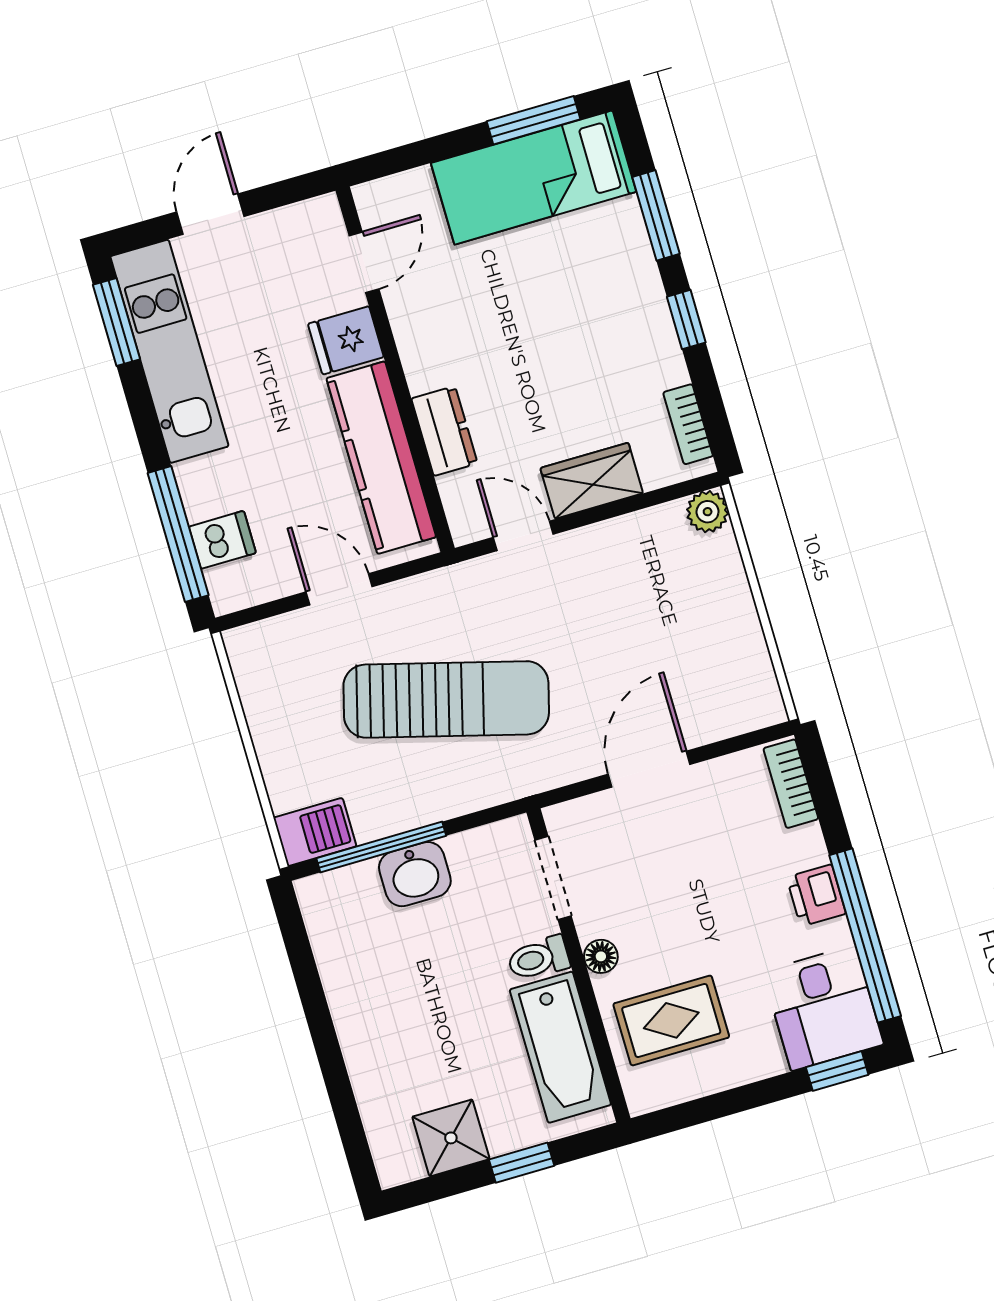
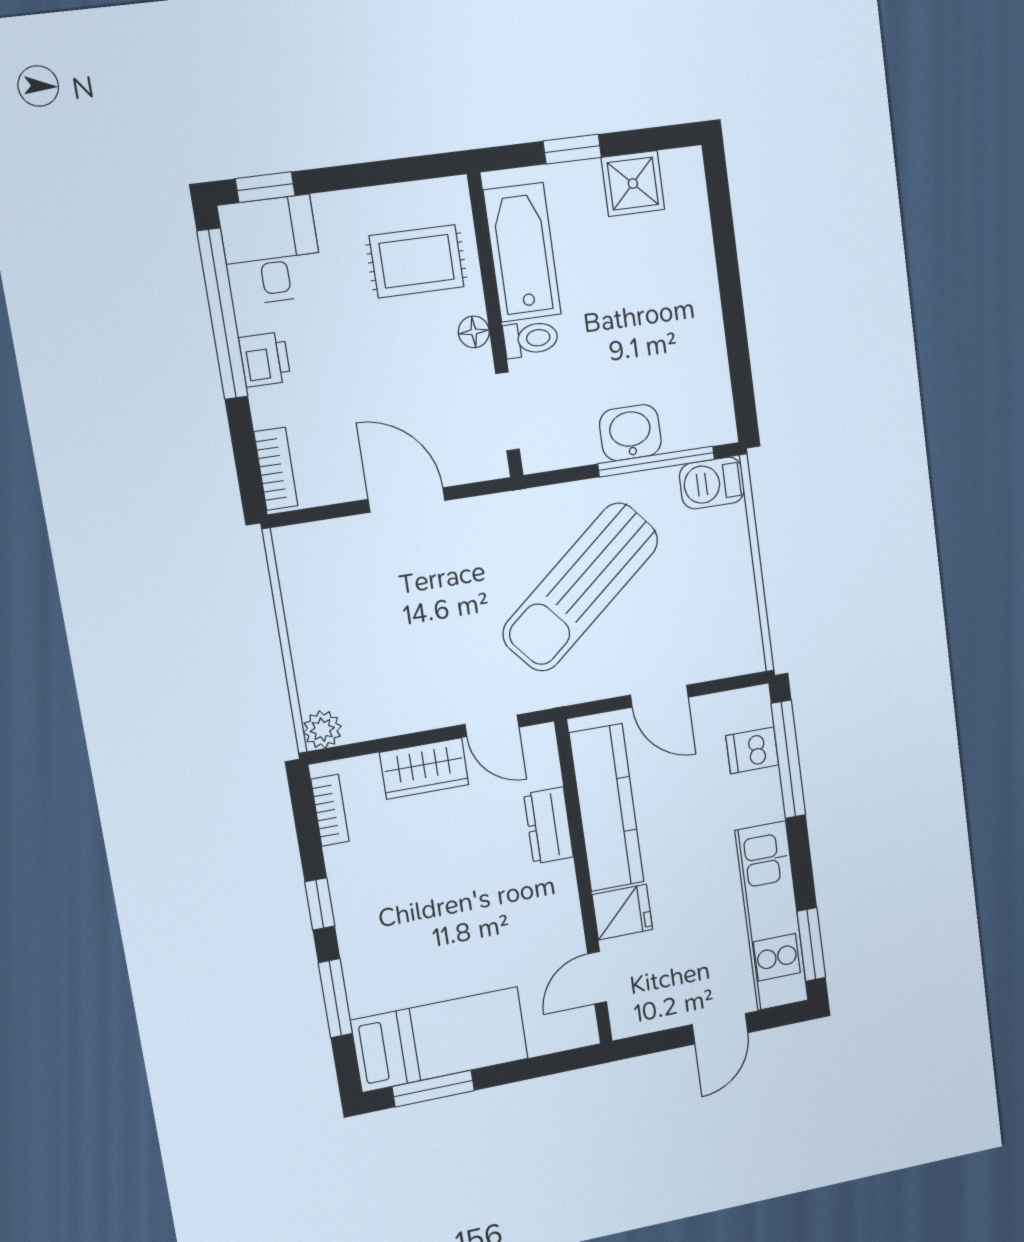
sun lounger: (446, 699) -> (580, 587), turned -55
door: (649, 769) -> (407, 500), swing flipped

